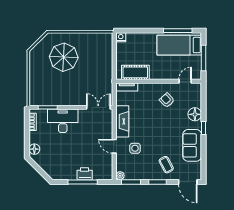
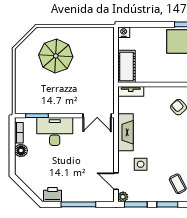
cot: (135, 72) -> (126, 66), moved, turned 90
double door: (98, 107) -> (97, 116), swing flipped
door: (114, 146) -> (116, 181), moved
floor lamp: (34, 149) -> (21, 150), moved
printer: (85, 174) -> (52, 195), moved

